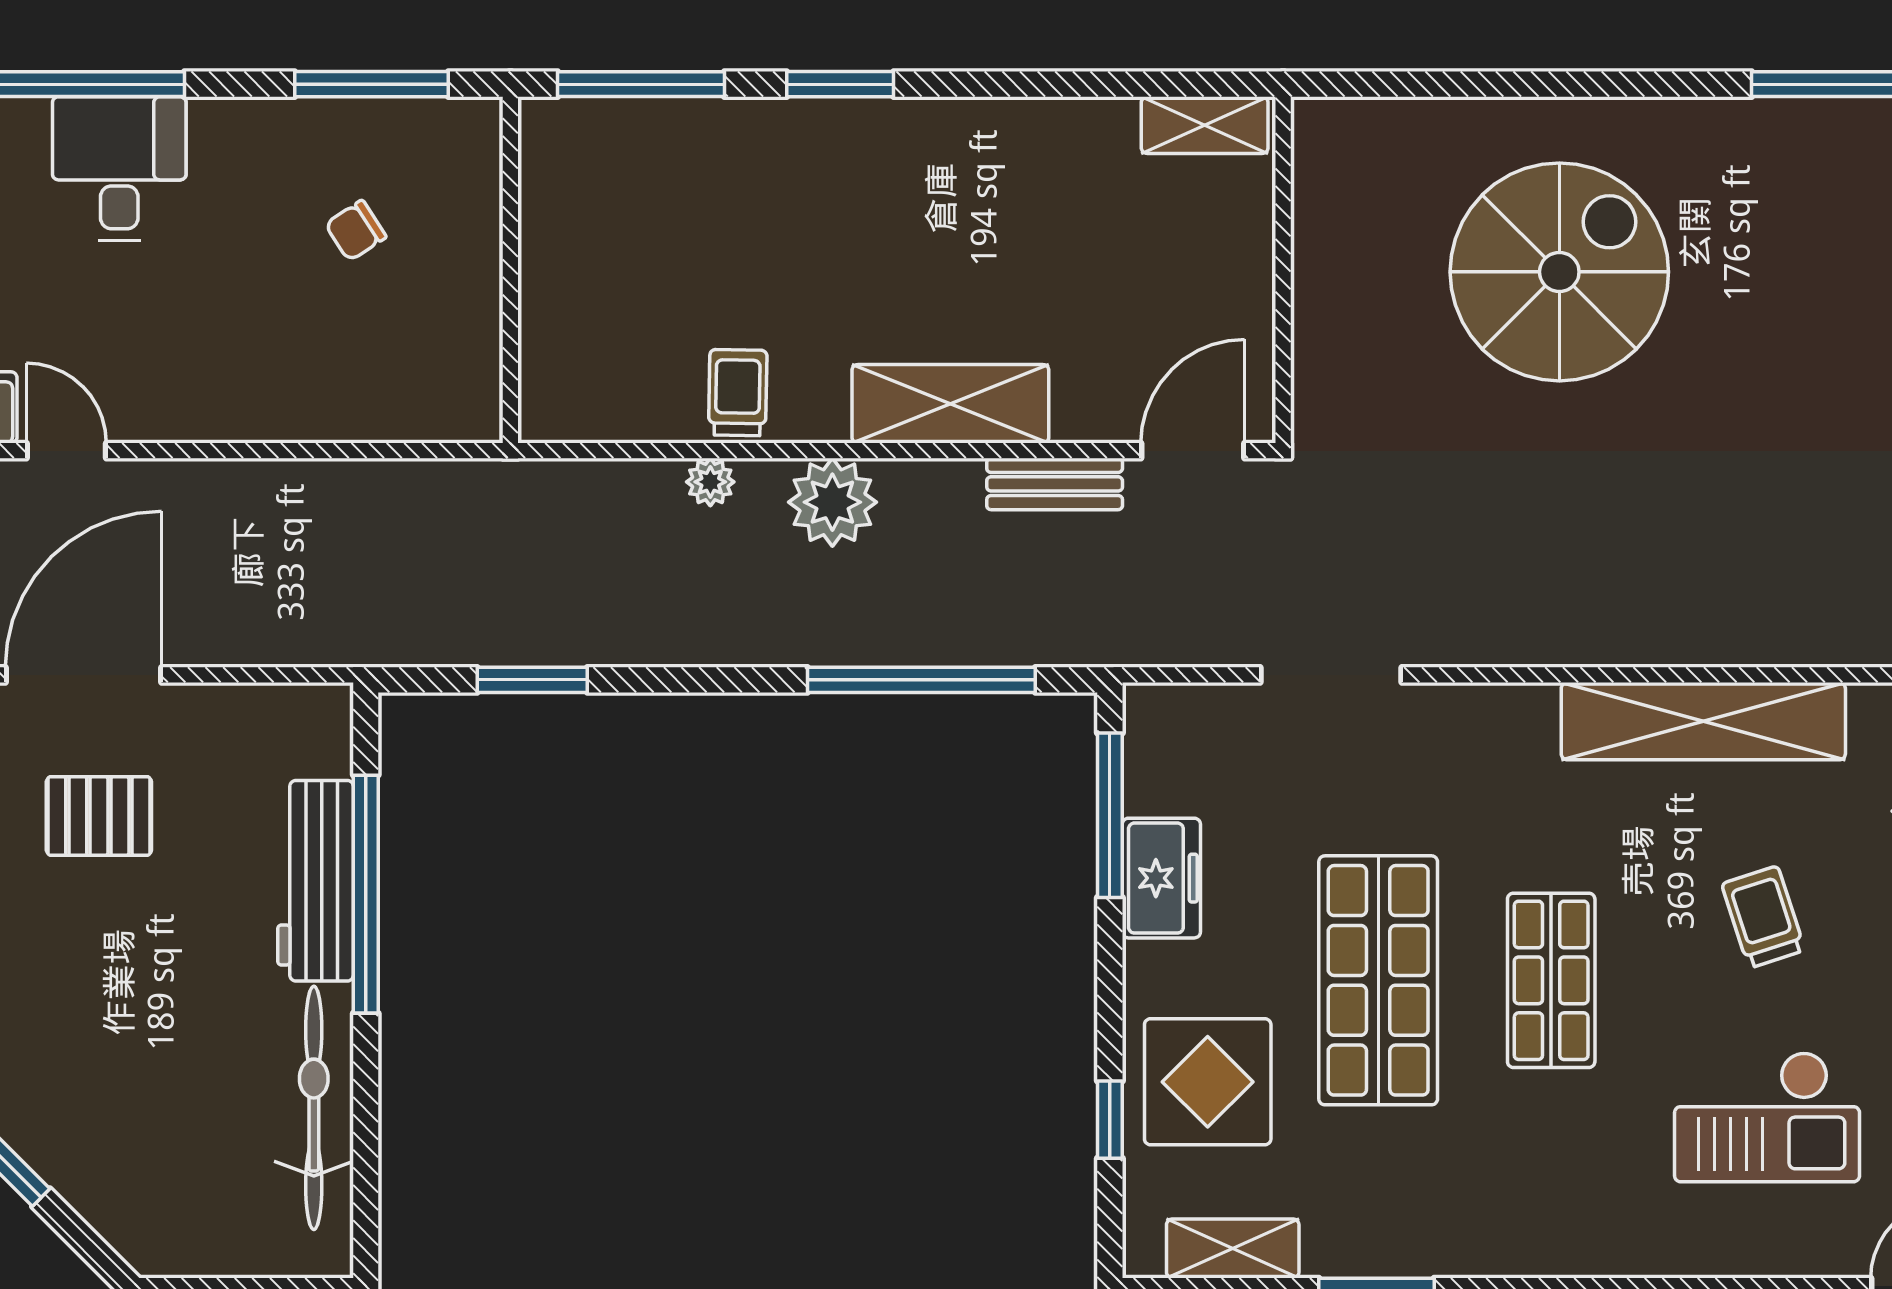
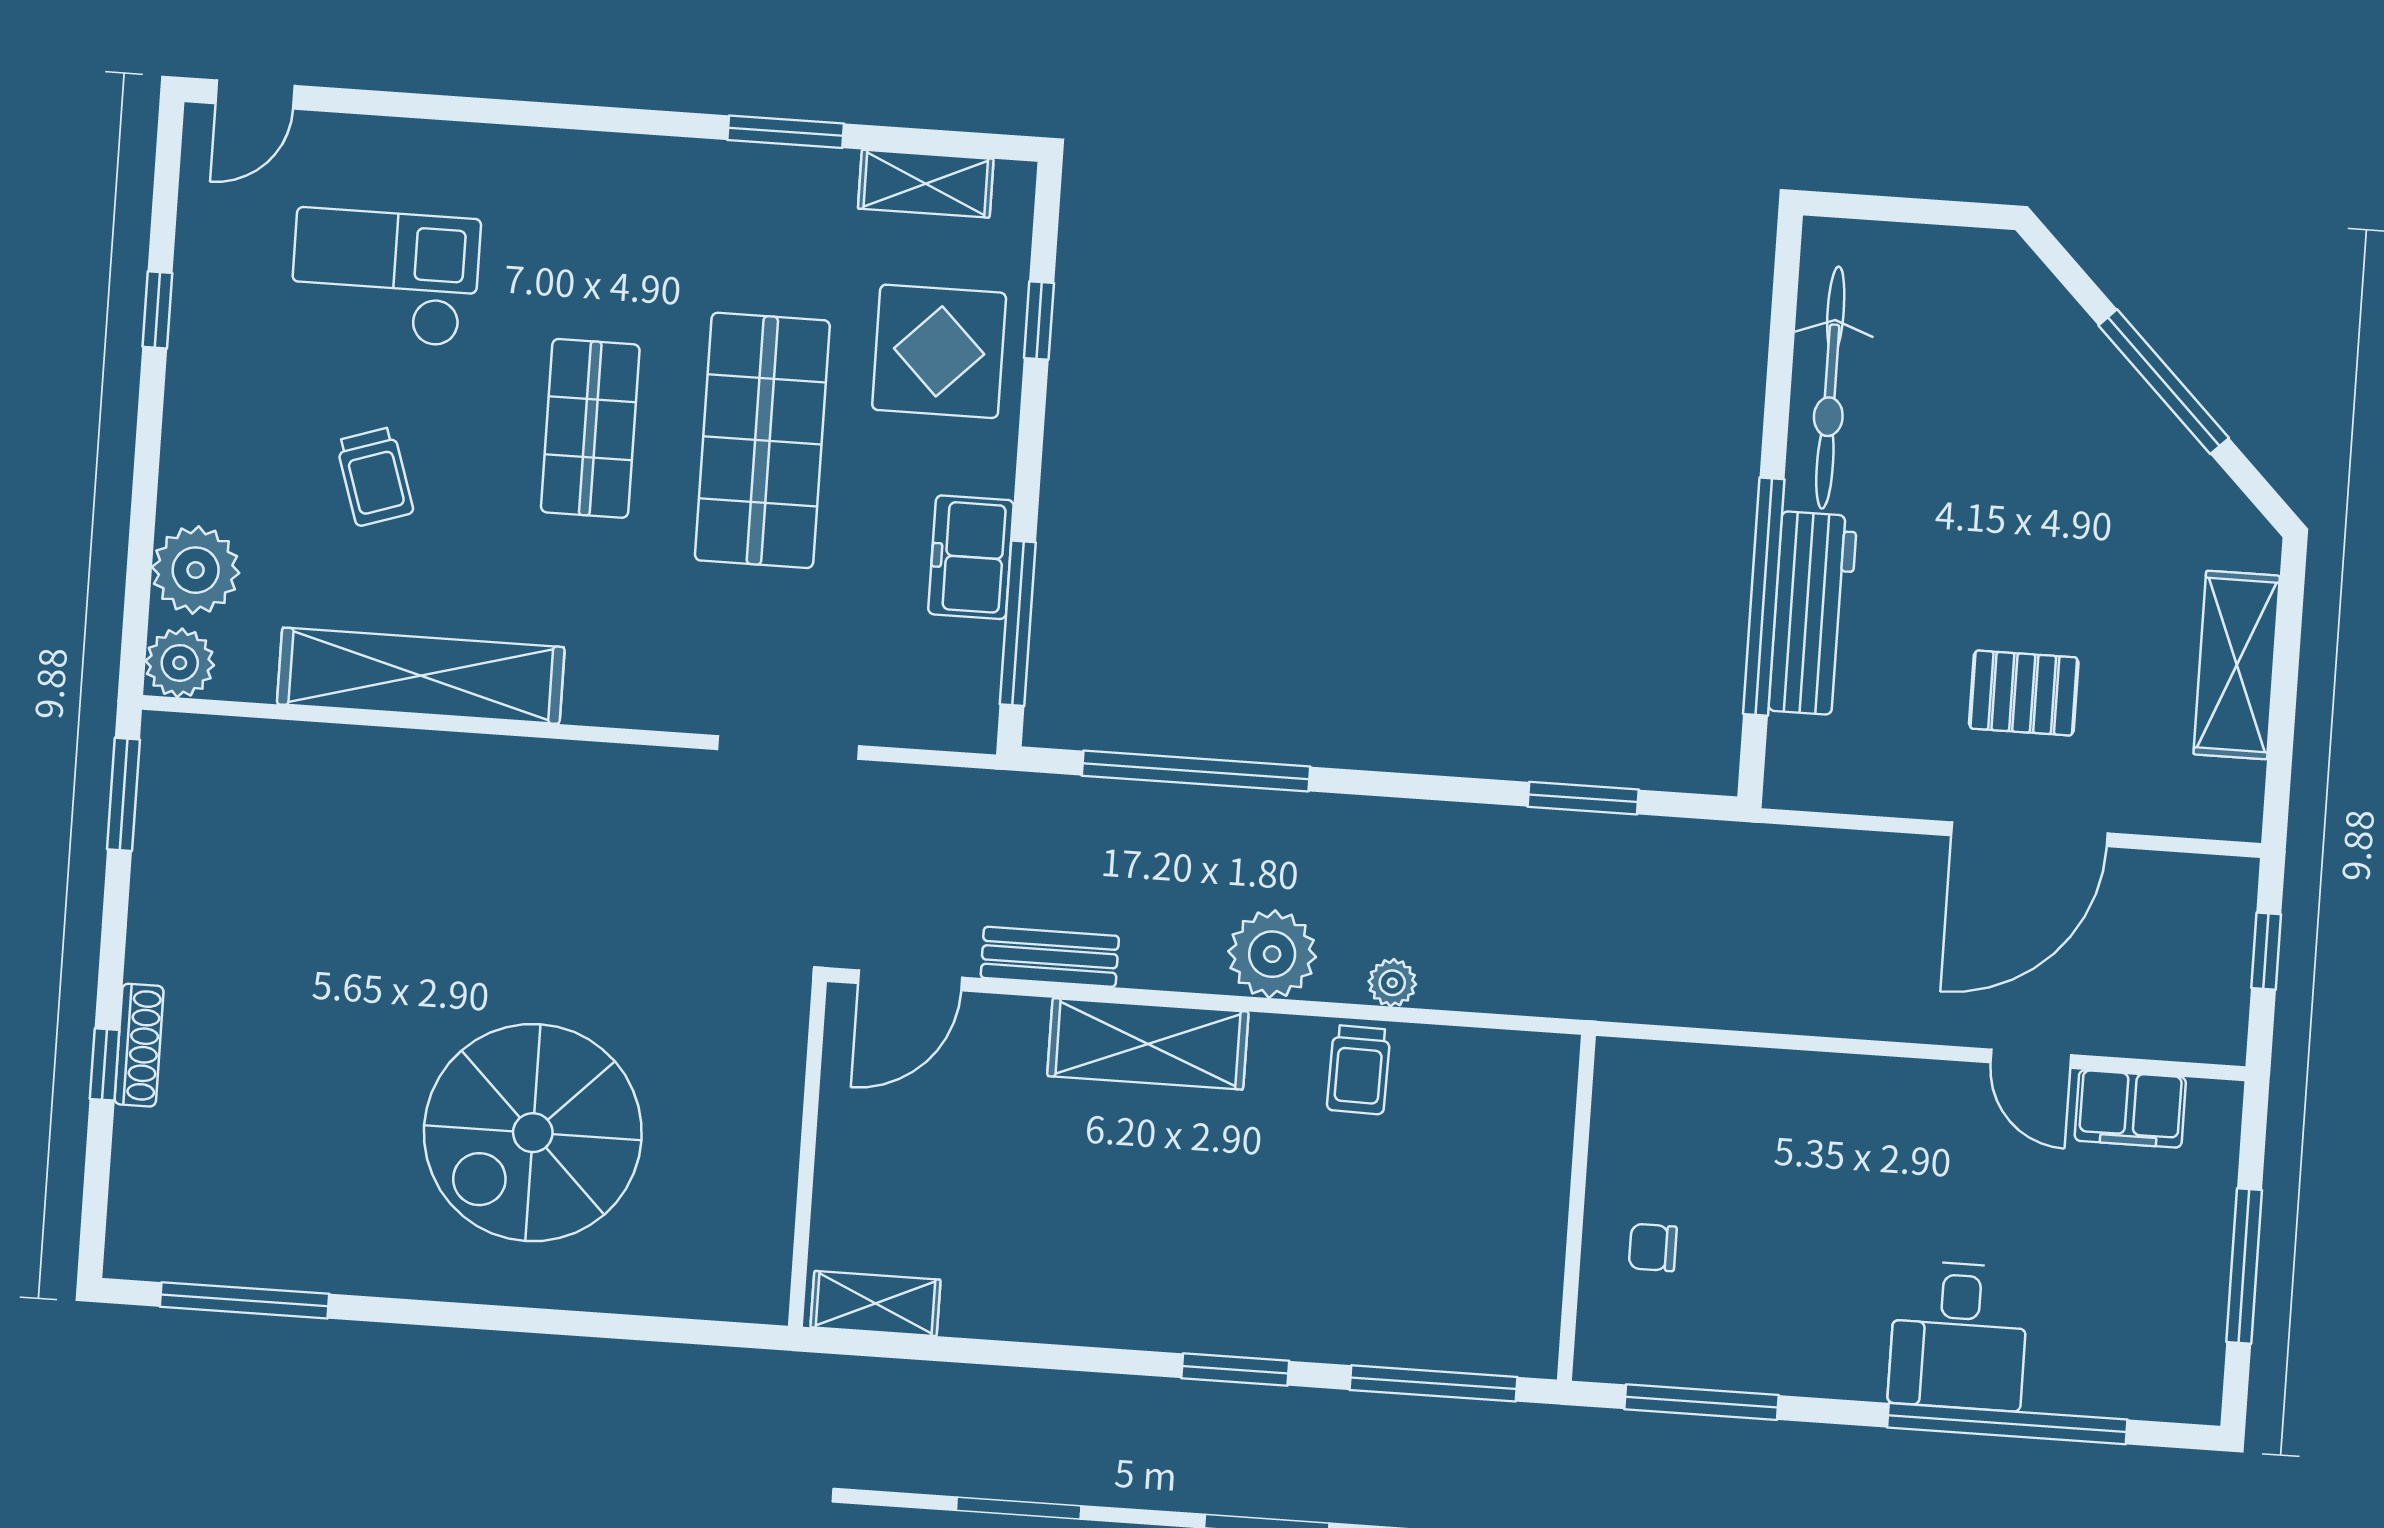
chair: (356, 231) -> (1653, 1247), moved, turned -147

